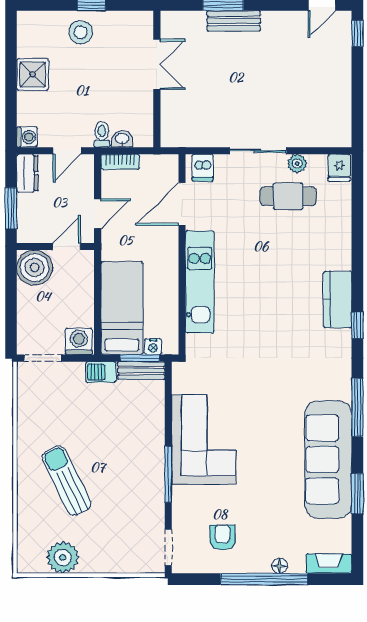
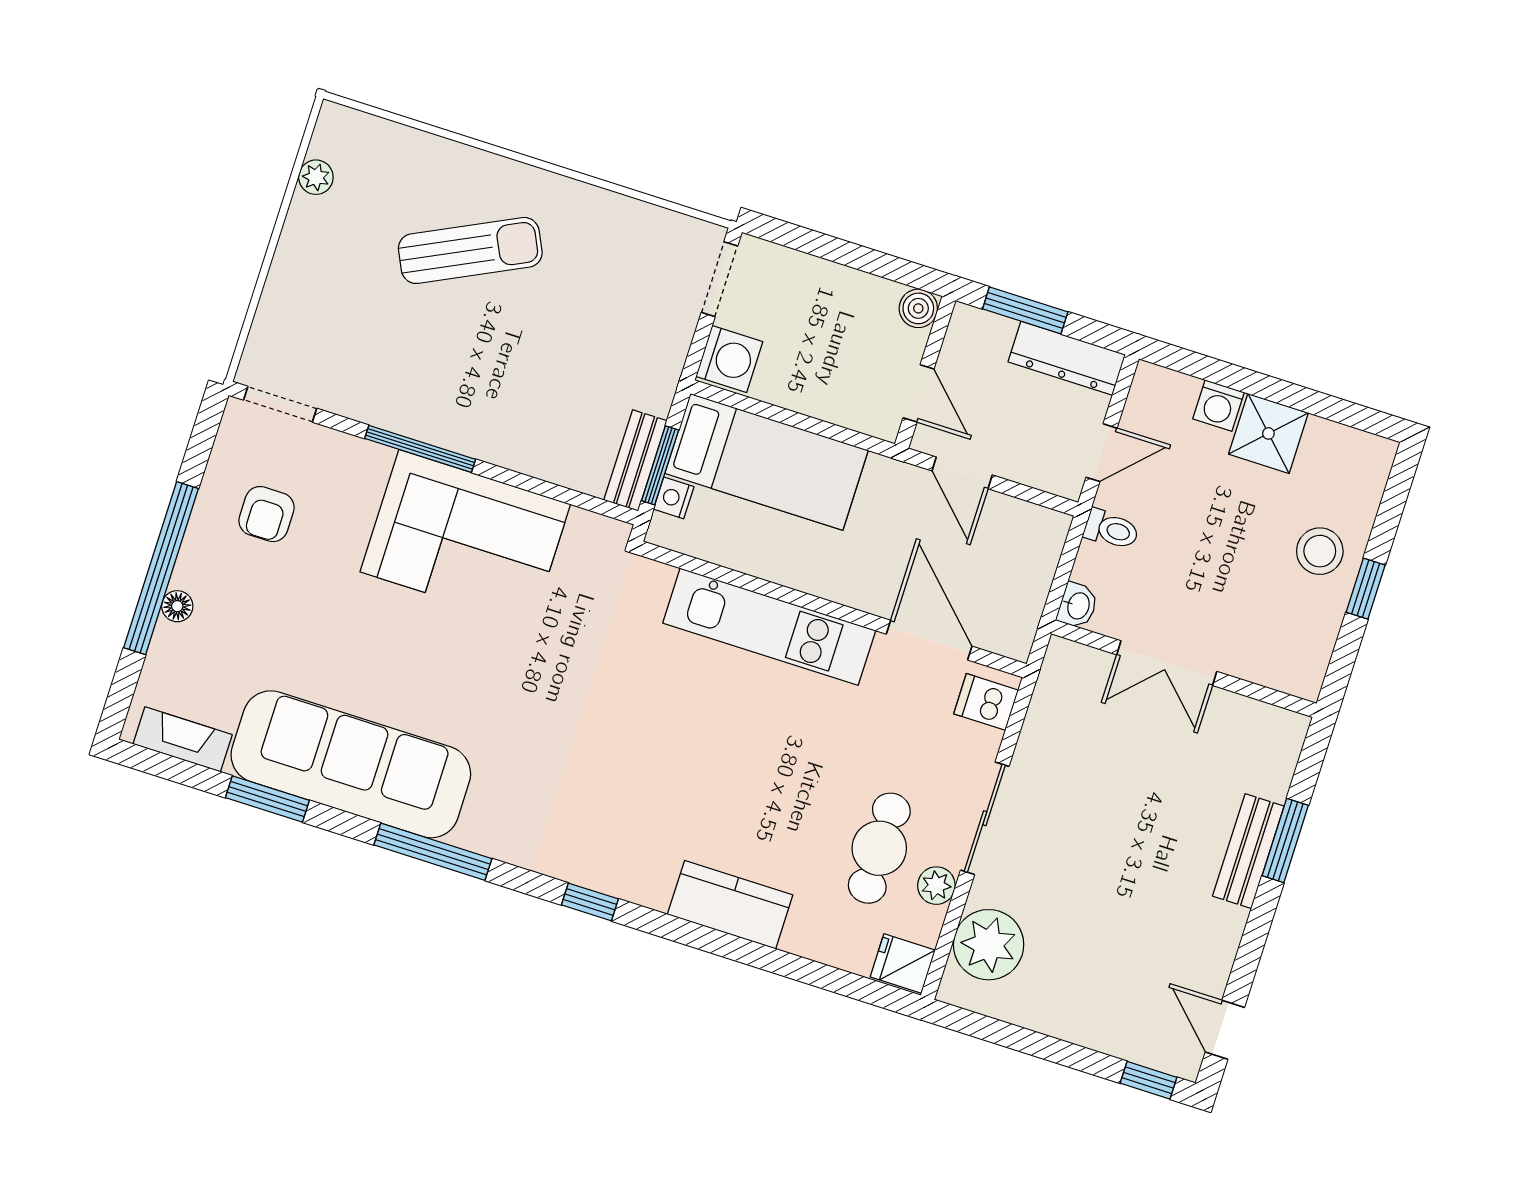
double door: (157, 64) -> (1167, 663), moved
plant: (317, 130) -> (989, 945), added
washing machine: (27, 137) -> (1218, 406), moved
washbasin: (122, 139) -> (1078, 606), moved
door: (67, 151) -> (1101, 453), swing flipped
bookcase: (120, 162) -> (1048, 548), removed
dresser: (27, 173) -> (1067, 358), width x1.44
boiler: (34, 268) -> (918, 308), width x0.54, depth x0.54
kitchen counter: (338, 299) -> (730, 905), moved
barbecue: (101, 372) -> (657, 382), removed
armchair: (222, 537) -> (267, 514), turned 90
plant: (63, 557) -> (316, 177), width x0.53, depth x0.53
fireplace: (329, 564) -> (183, 739), moved, turned -90

